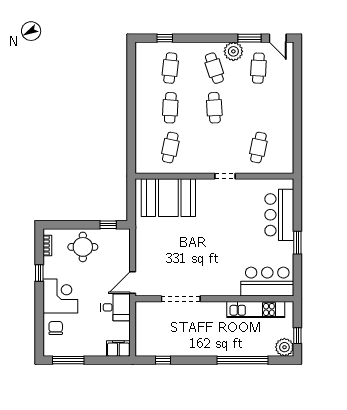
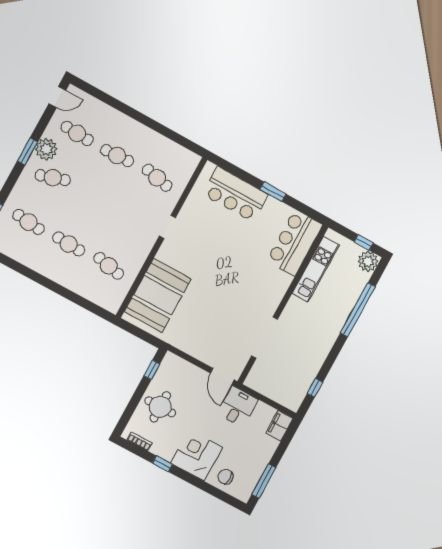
window: (249, 38) -> (27, 152), moved
cafe table: (214, 108) -> (117, 156), moved

